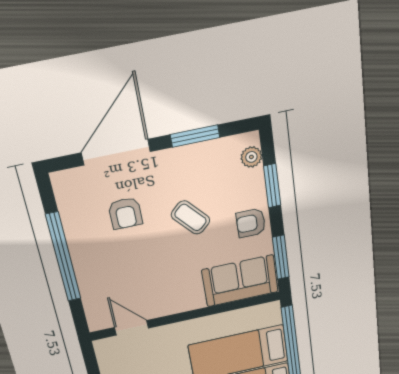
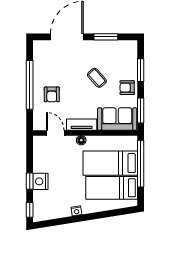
plant: (251, 157) -> (132, 53), removed
armchair: (125, 213) -> (52, 94), moved
tv unit: (177, 304) -> (82, 125), added
floor lamp: (181, 329) -> (81, 140), added

